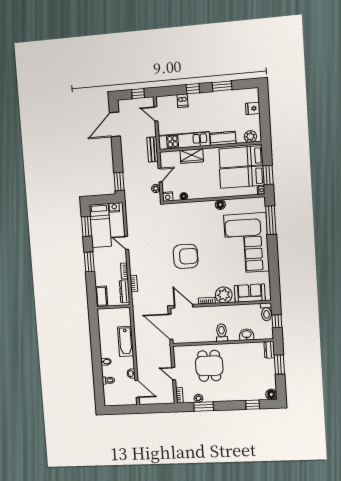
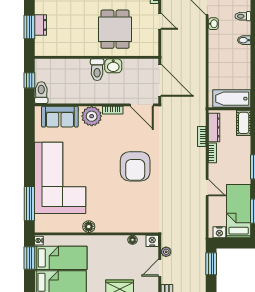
armchair: (186, 256) -> (135, 166), turned -90
washbasin: (247, 335) -> (113, 66), moved
bathtub: (126, 341) -> (232, 99), moved, turned -90
dresser: (269, 350) -> (40, 25), moved

